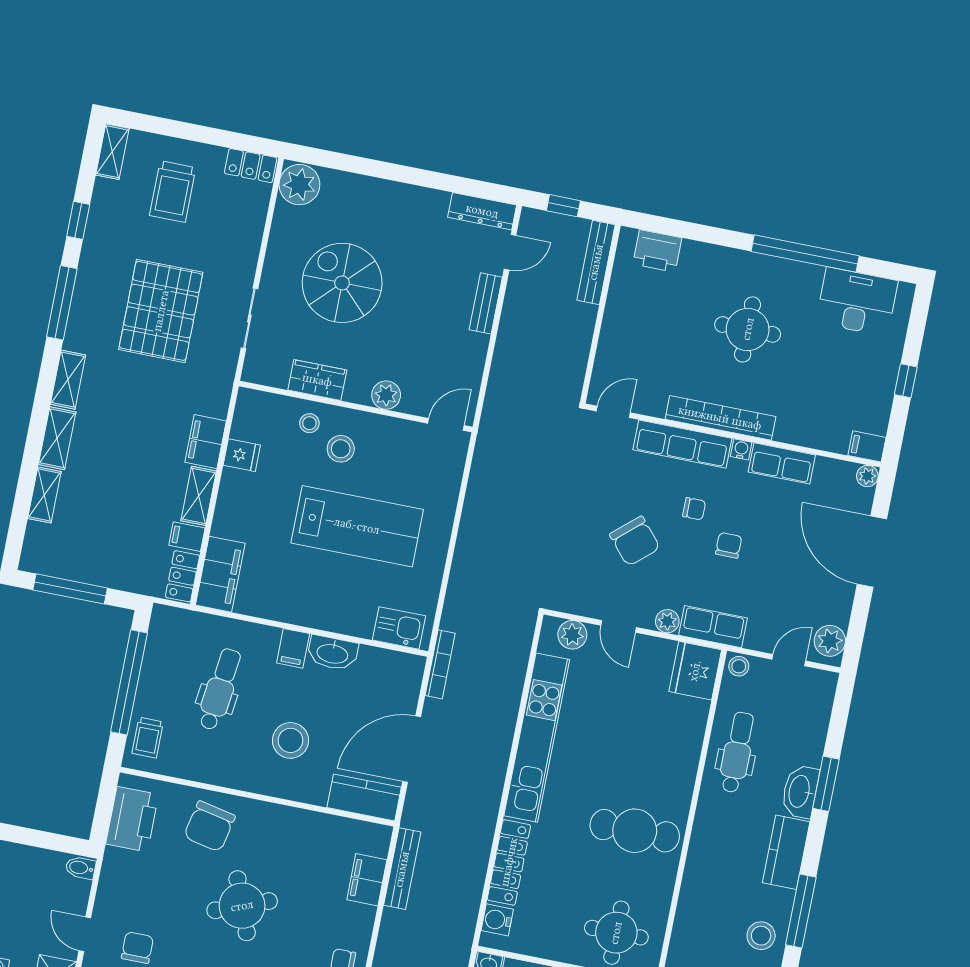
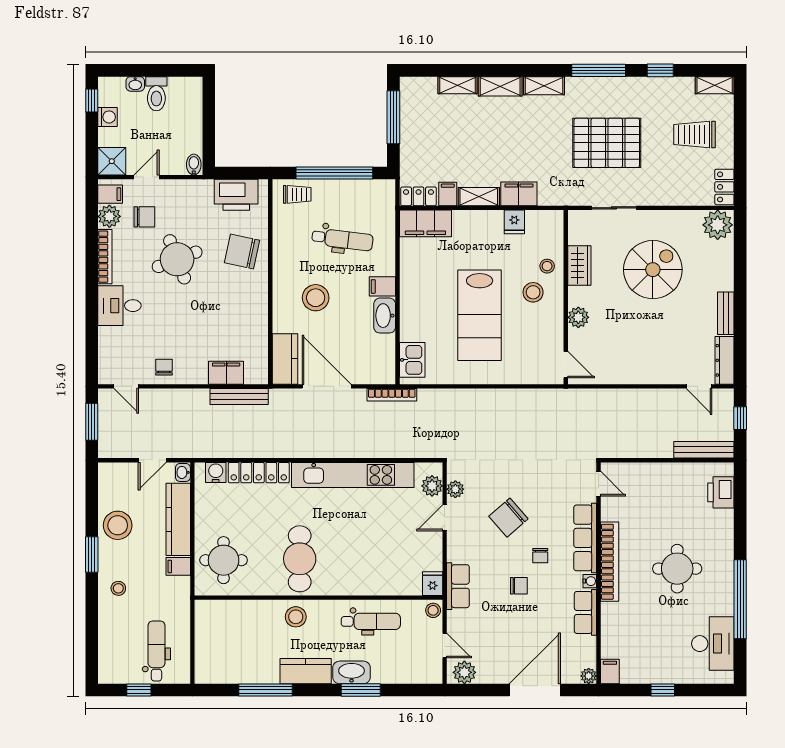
bench: (486, 303) -> (726, 313), moved, turned 90
plant: (667, 621) -> (455, 489), moved
fridge: (695, 671) -> (433, 584), width x0.53, depth x0.75
trolley: (148, 738) -> (297, 194), turned 180
round table: (242, 906) -> (177, 259), moved
stool: (761, 936) -> (296, 617), moved

